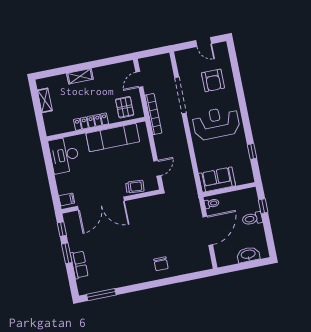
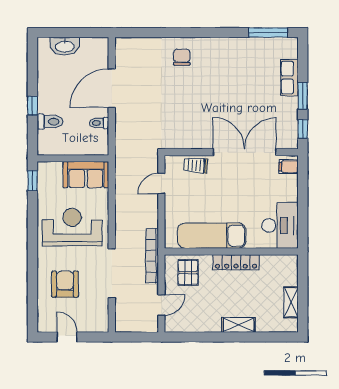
reception desk: (216, 123) -> (72, 227), turned 180
sofa: (217, 180) -> (86, 175), moved
wall: (229, 190) -> (73, 158), moved
toilet: (252, 219) -> (50, 122), moved

